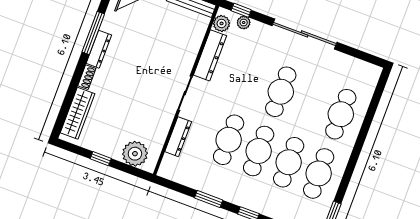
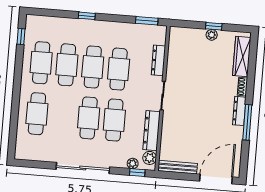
cafe table: (251, 81) -> (114, 120), added
plant: (135, 154) -> (212, 35), moved, width x0.53, depth x0.53
window: (209, 199) -> (147, 21), moved

